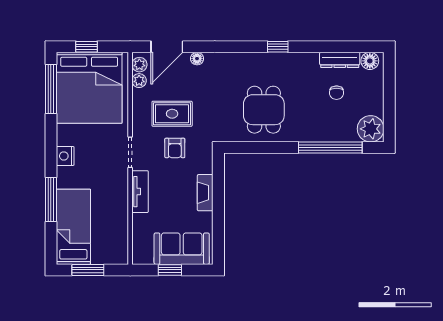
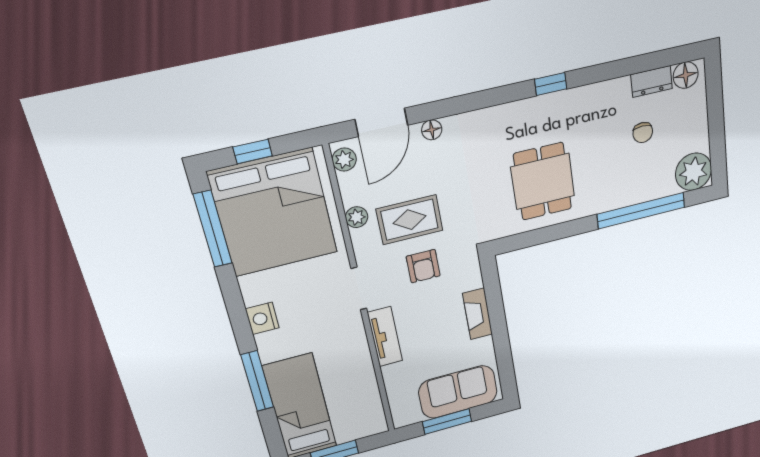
dresser: (340, 60) -> (651, 81), width x0.70
plant: (139, 81) -> (357, 217), moved
window: (170, 270) -> (447, 422), width x1.50

